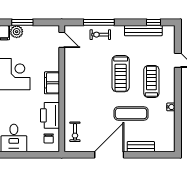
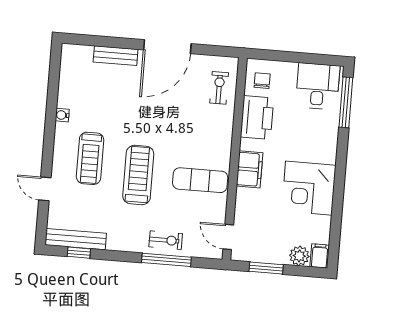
window: (22, 22) -> (266, 268), moved
bench: (143, 31) -> (76, 239), moved
exercise mat: (131, 113) -> (200, 180), moved

